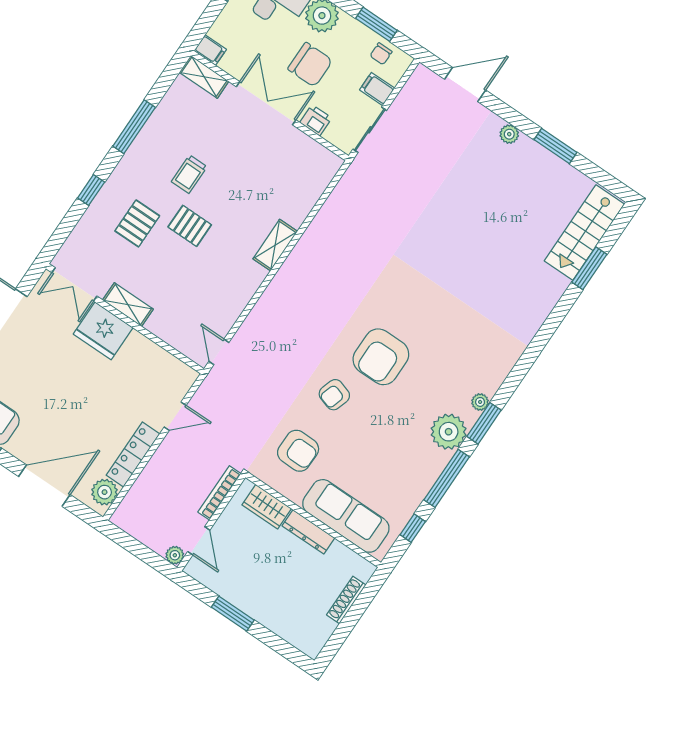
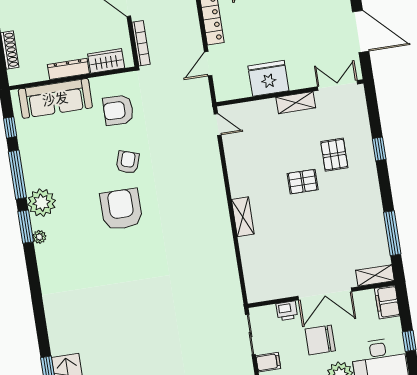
filing cabinet: (210, 50) -> (387, 302), width x2.00
window: (134, 127) -> (392, 233), moved
trolley: (189, 174) -> (331, 211), removed
fridge: (103, 331) -> (268, 78), moved

